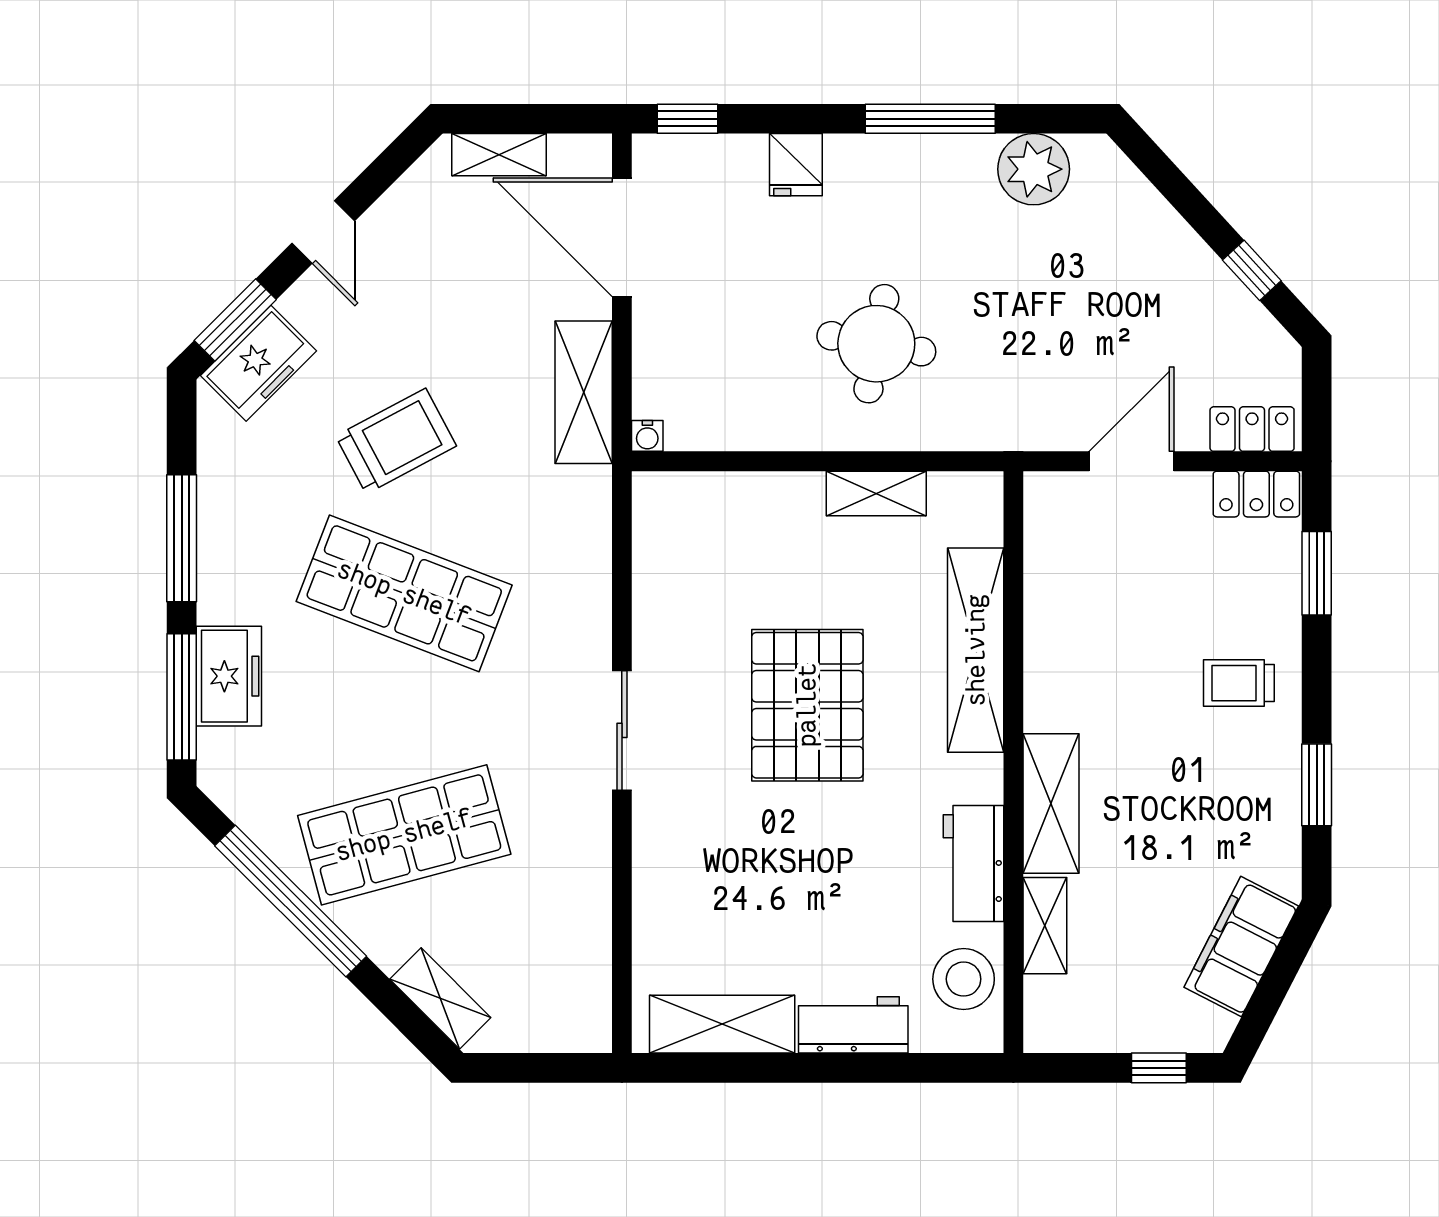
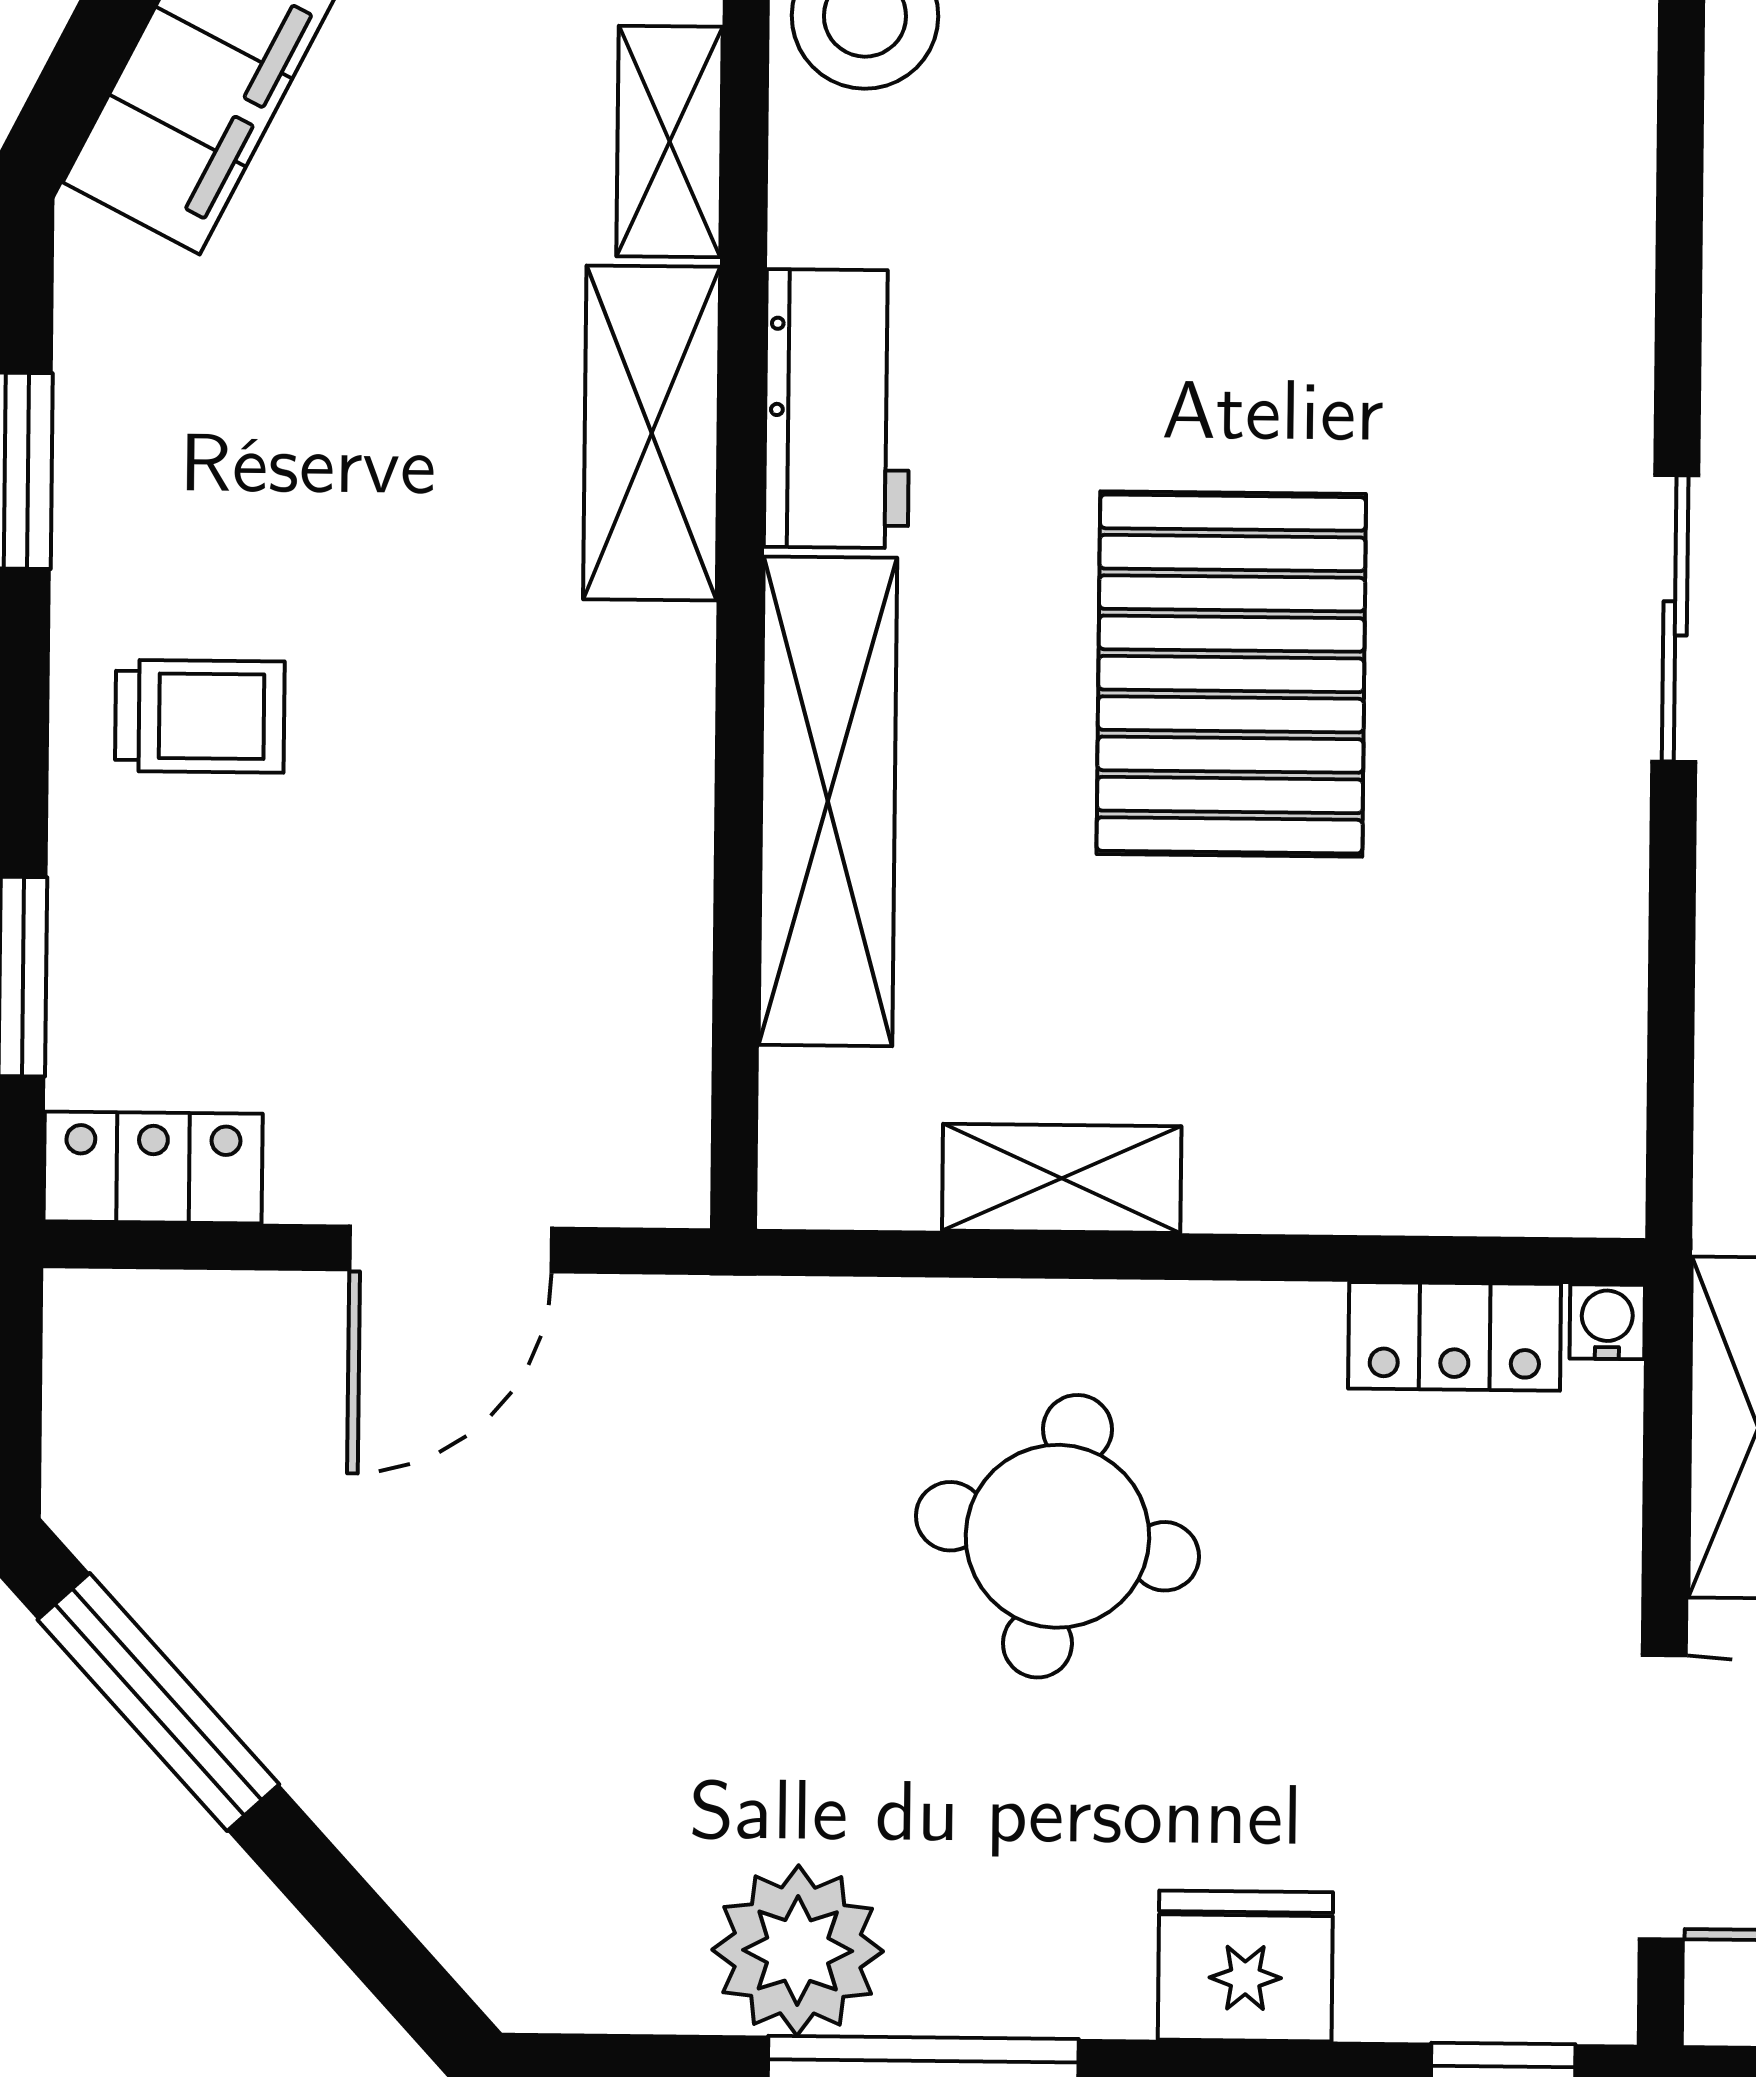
fridge: (796, 165) -> (1245, 1966), width x1.38
plant: (1034, 169) -> (798, 1950), moved
window: (1252, 270) -> (158, 1702), width x2.17
locker: (1252, 429) -> (1455, 1336), moved
workbench: (973, 864) -> (837, 409), moved

